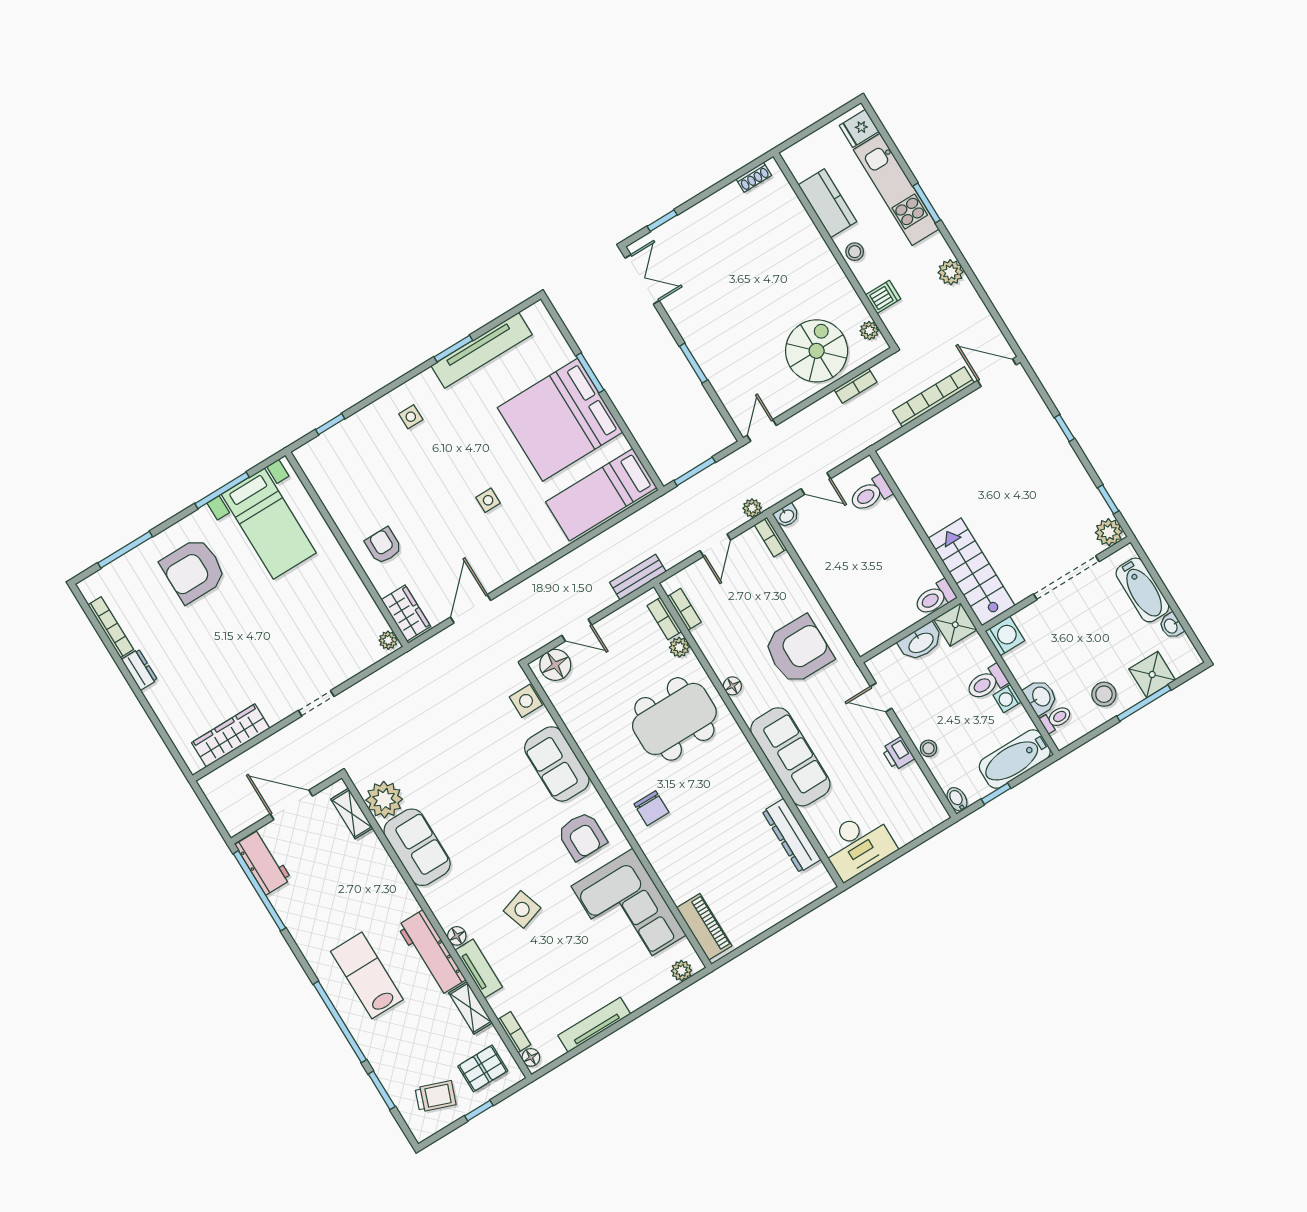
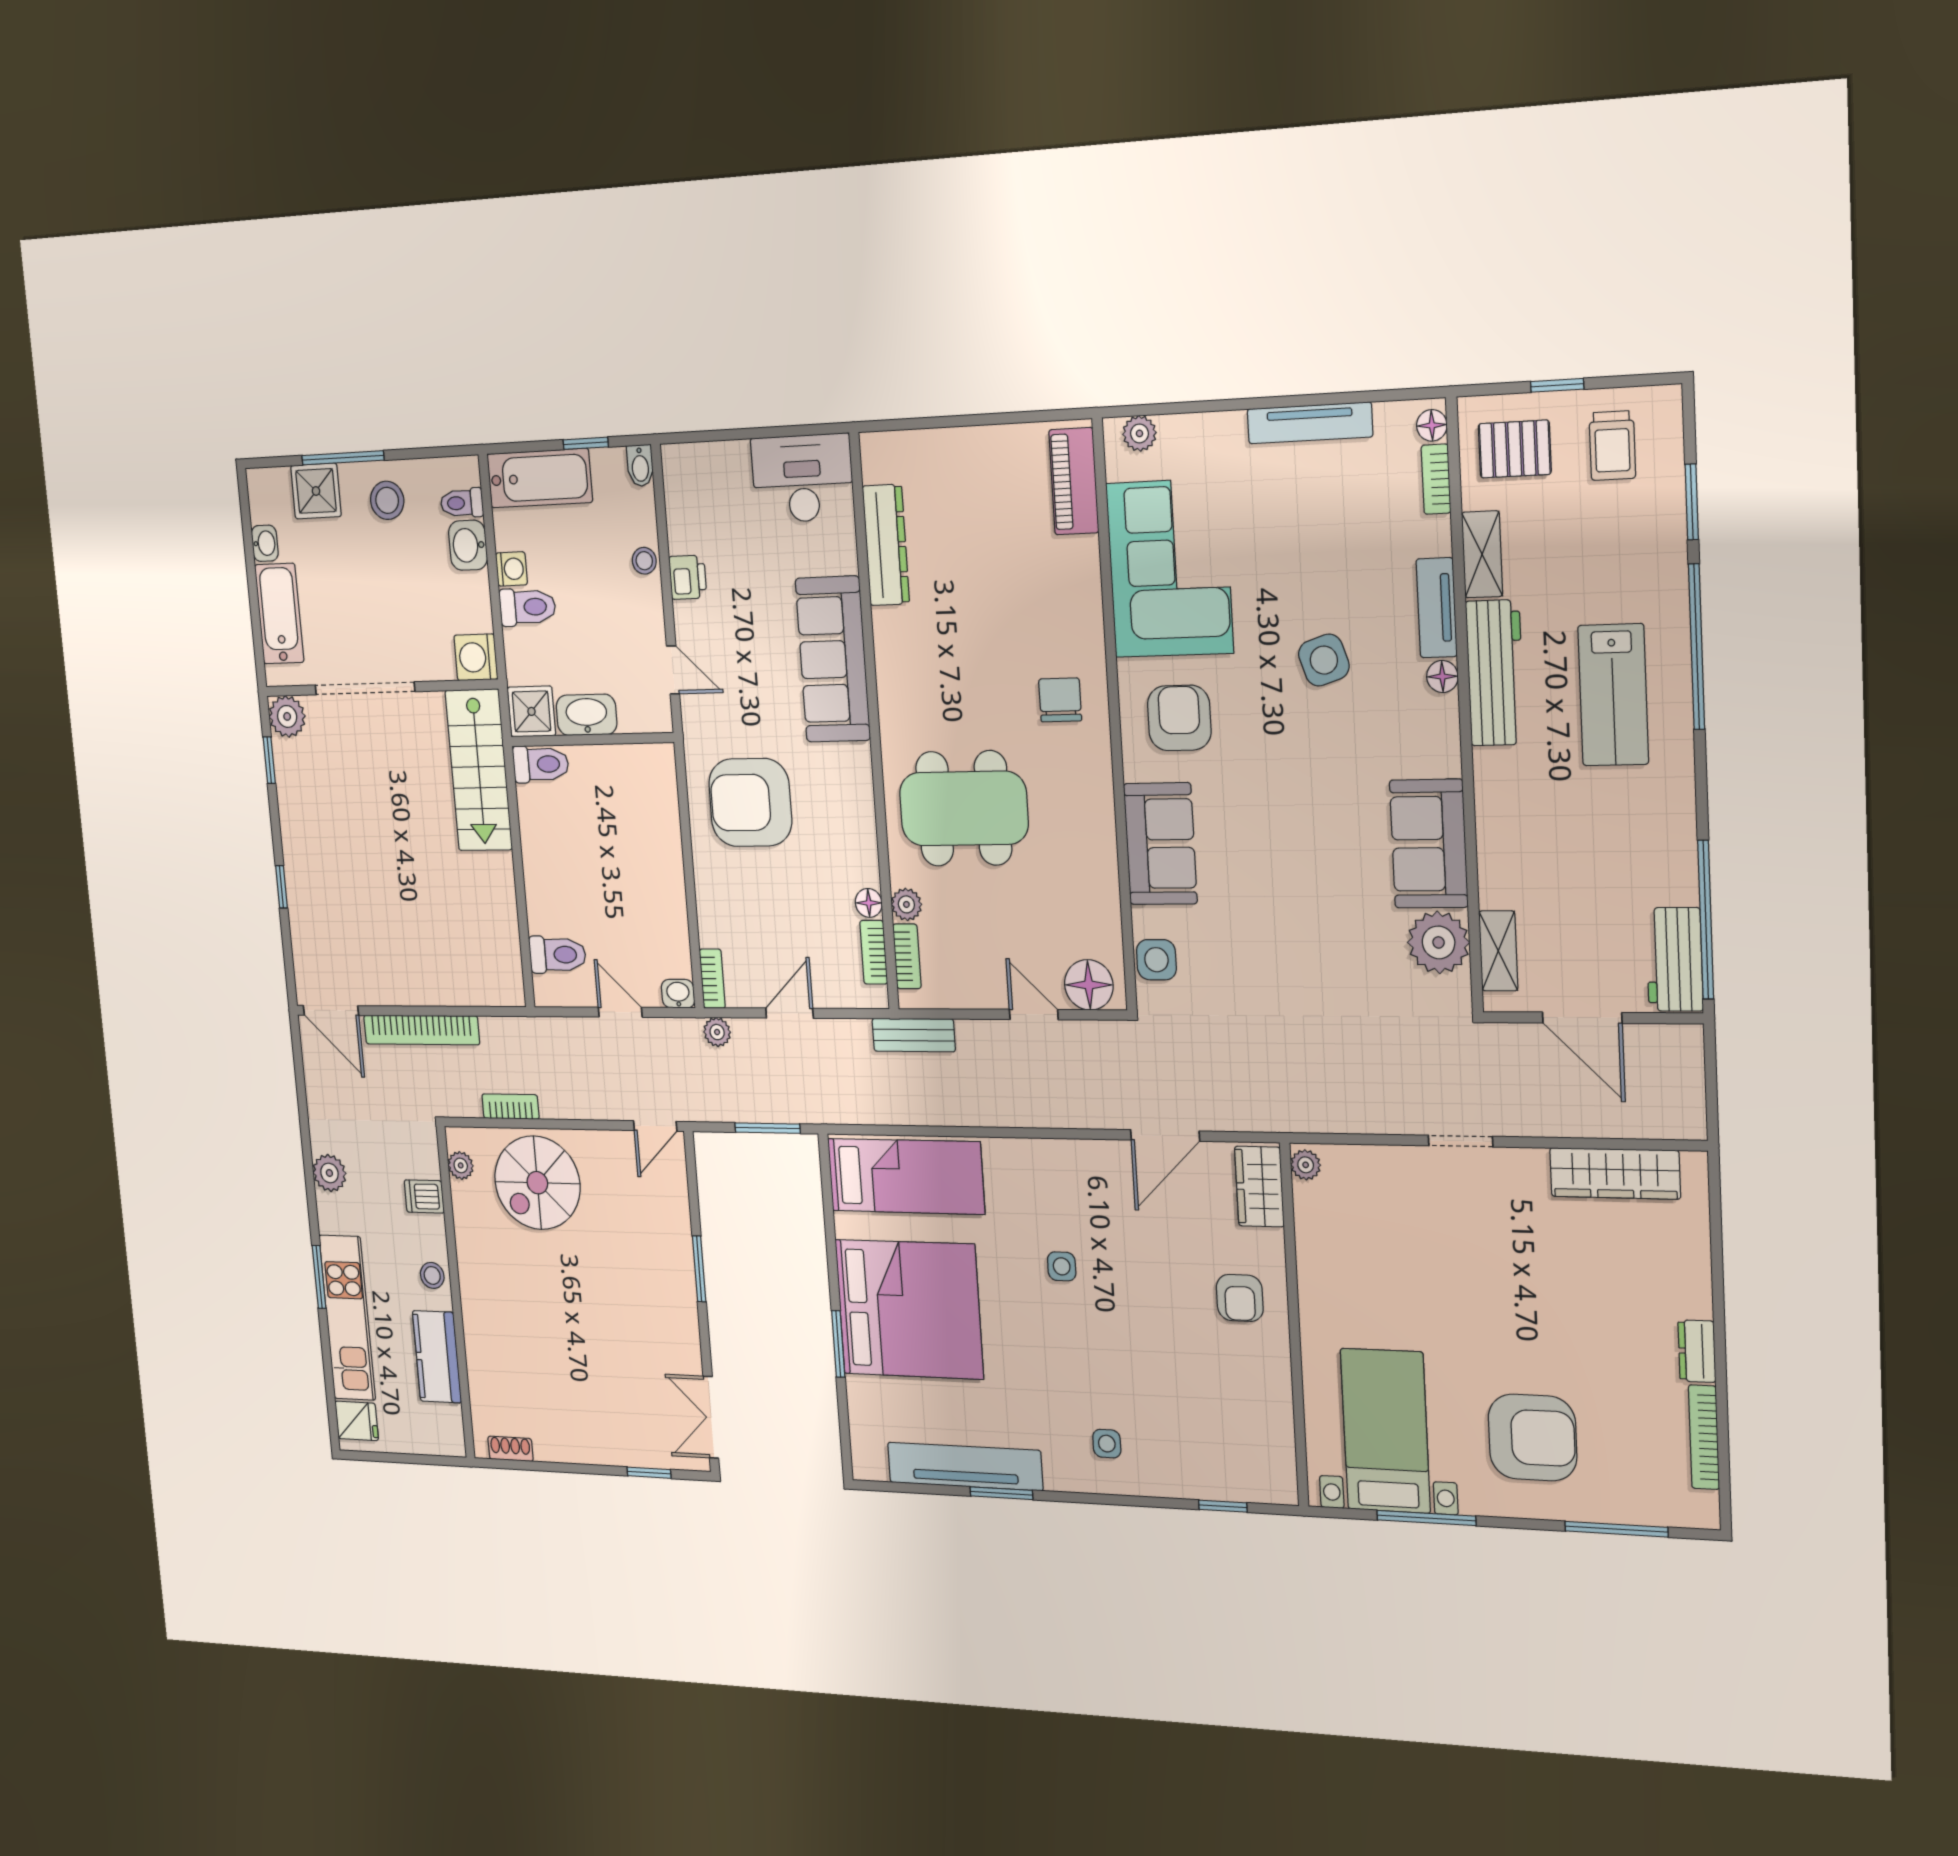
floor lamp: (732, 686) -> (869, 903), moved
trolley: (435, 1096) -> (1612, 446), turned -110

